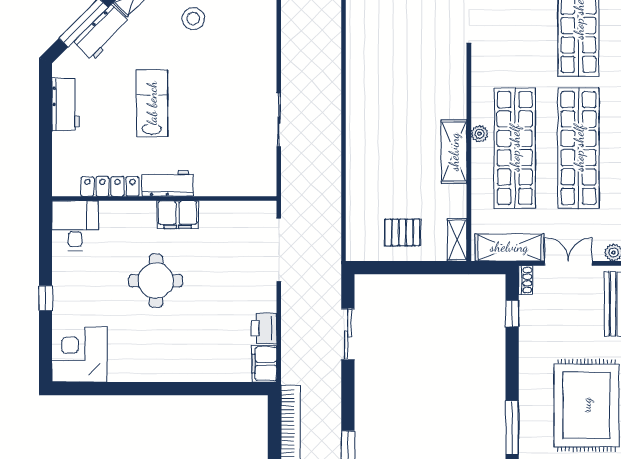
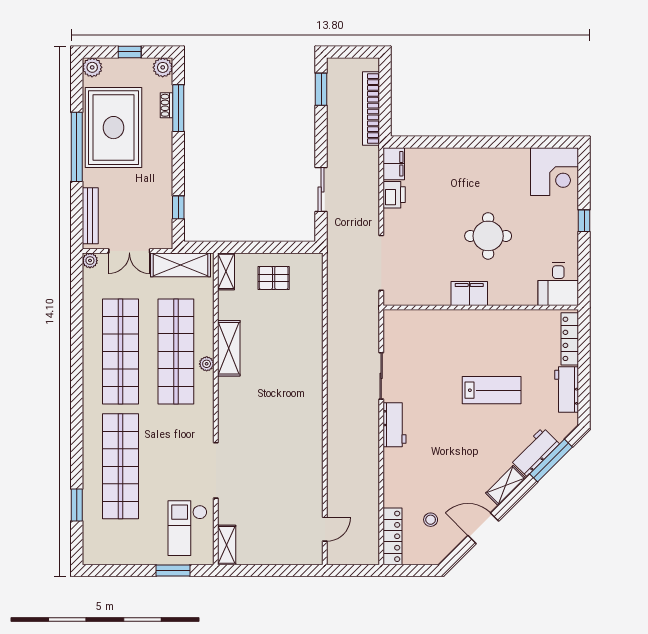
stool: (193, 19) -> (456, 464), removed
lab bench: (152, 103) -> (492, 390), turned -90
workbench: (167, 183) -> (394, 425), moved, turned -90
locker: (110, 186) -> (570, 339), moved, turned 90
shoe rack: (526, 280) -> (166, 105), moved

